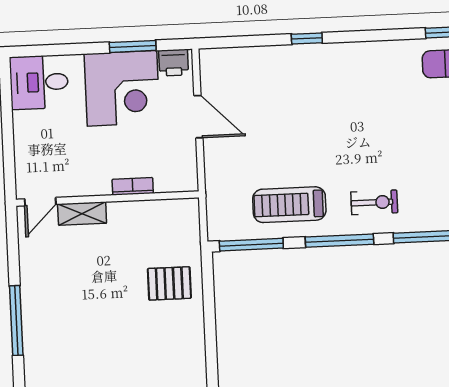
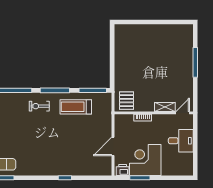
desk: (39, 82) -> (181, 141), moved
door: (198, 117) -> (113, 146), hinge flipped
treadmill: (289, 205) -> (76, 107), turned 180
pallet: (169, 283) -> (127, 101), moved, turned 90

